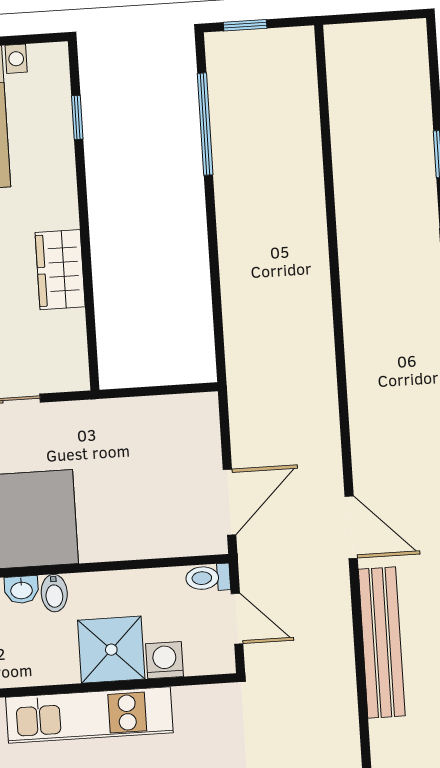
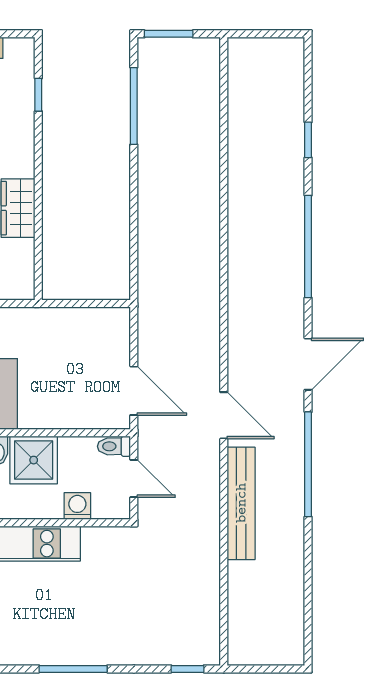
window: (245, 25) -> (169, 34), width x1.50
door: (230, 502) -> (134, 391), hinge flipped
shower: (111, 650) -> (34, 460), moved

